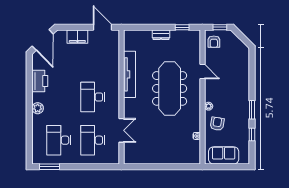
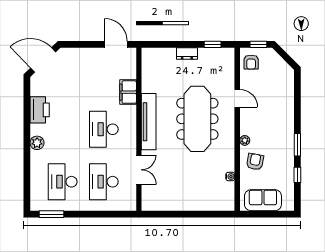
filing cabinet: (77, 37) -> (128, 92), moved, turned 90
door: (43, 40) -> (43, 60), swing flipped
tv unit: (130, 74) -> (149, 122), moved

